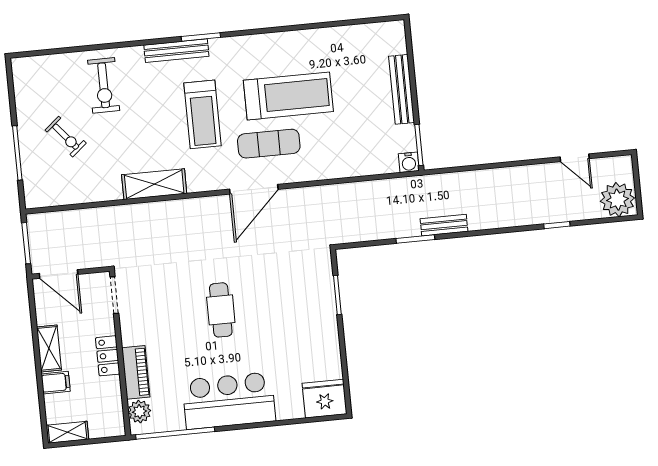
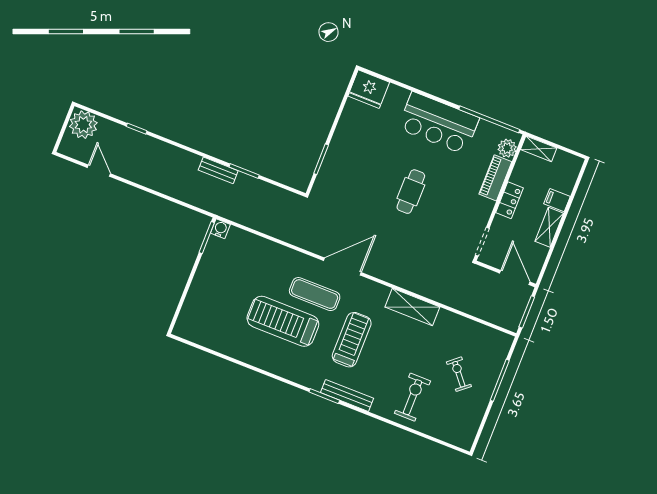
bench: (402, 89) -> (199, 284), removed
shelving: (67, 432) -> (539, 149), moved

